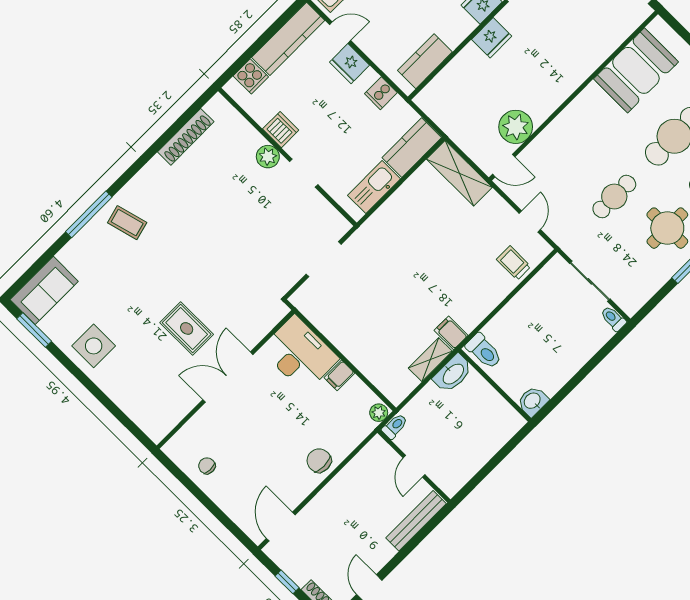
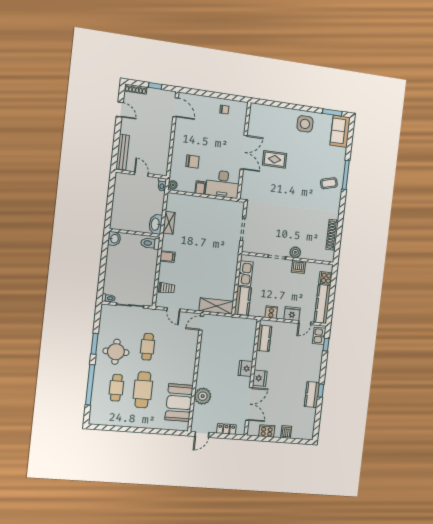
plant: (516, 127) -> (203, 396), moved
filing cabinet: (451, 333) -> (167, 257), moved
chair: (319, 461) -> (193, 161), moved

